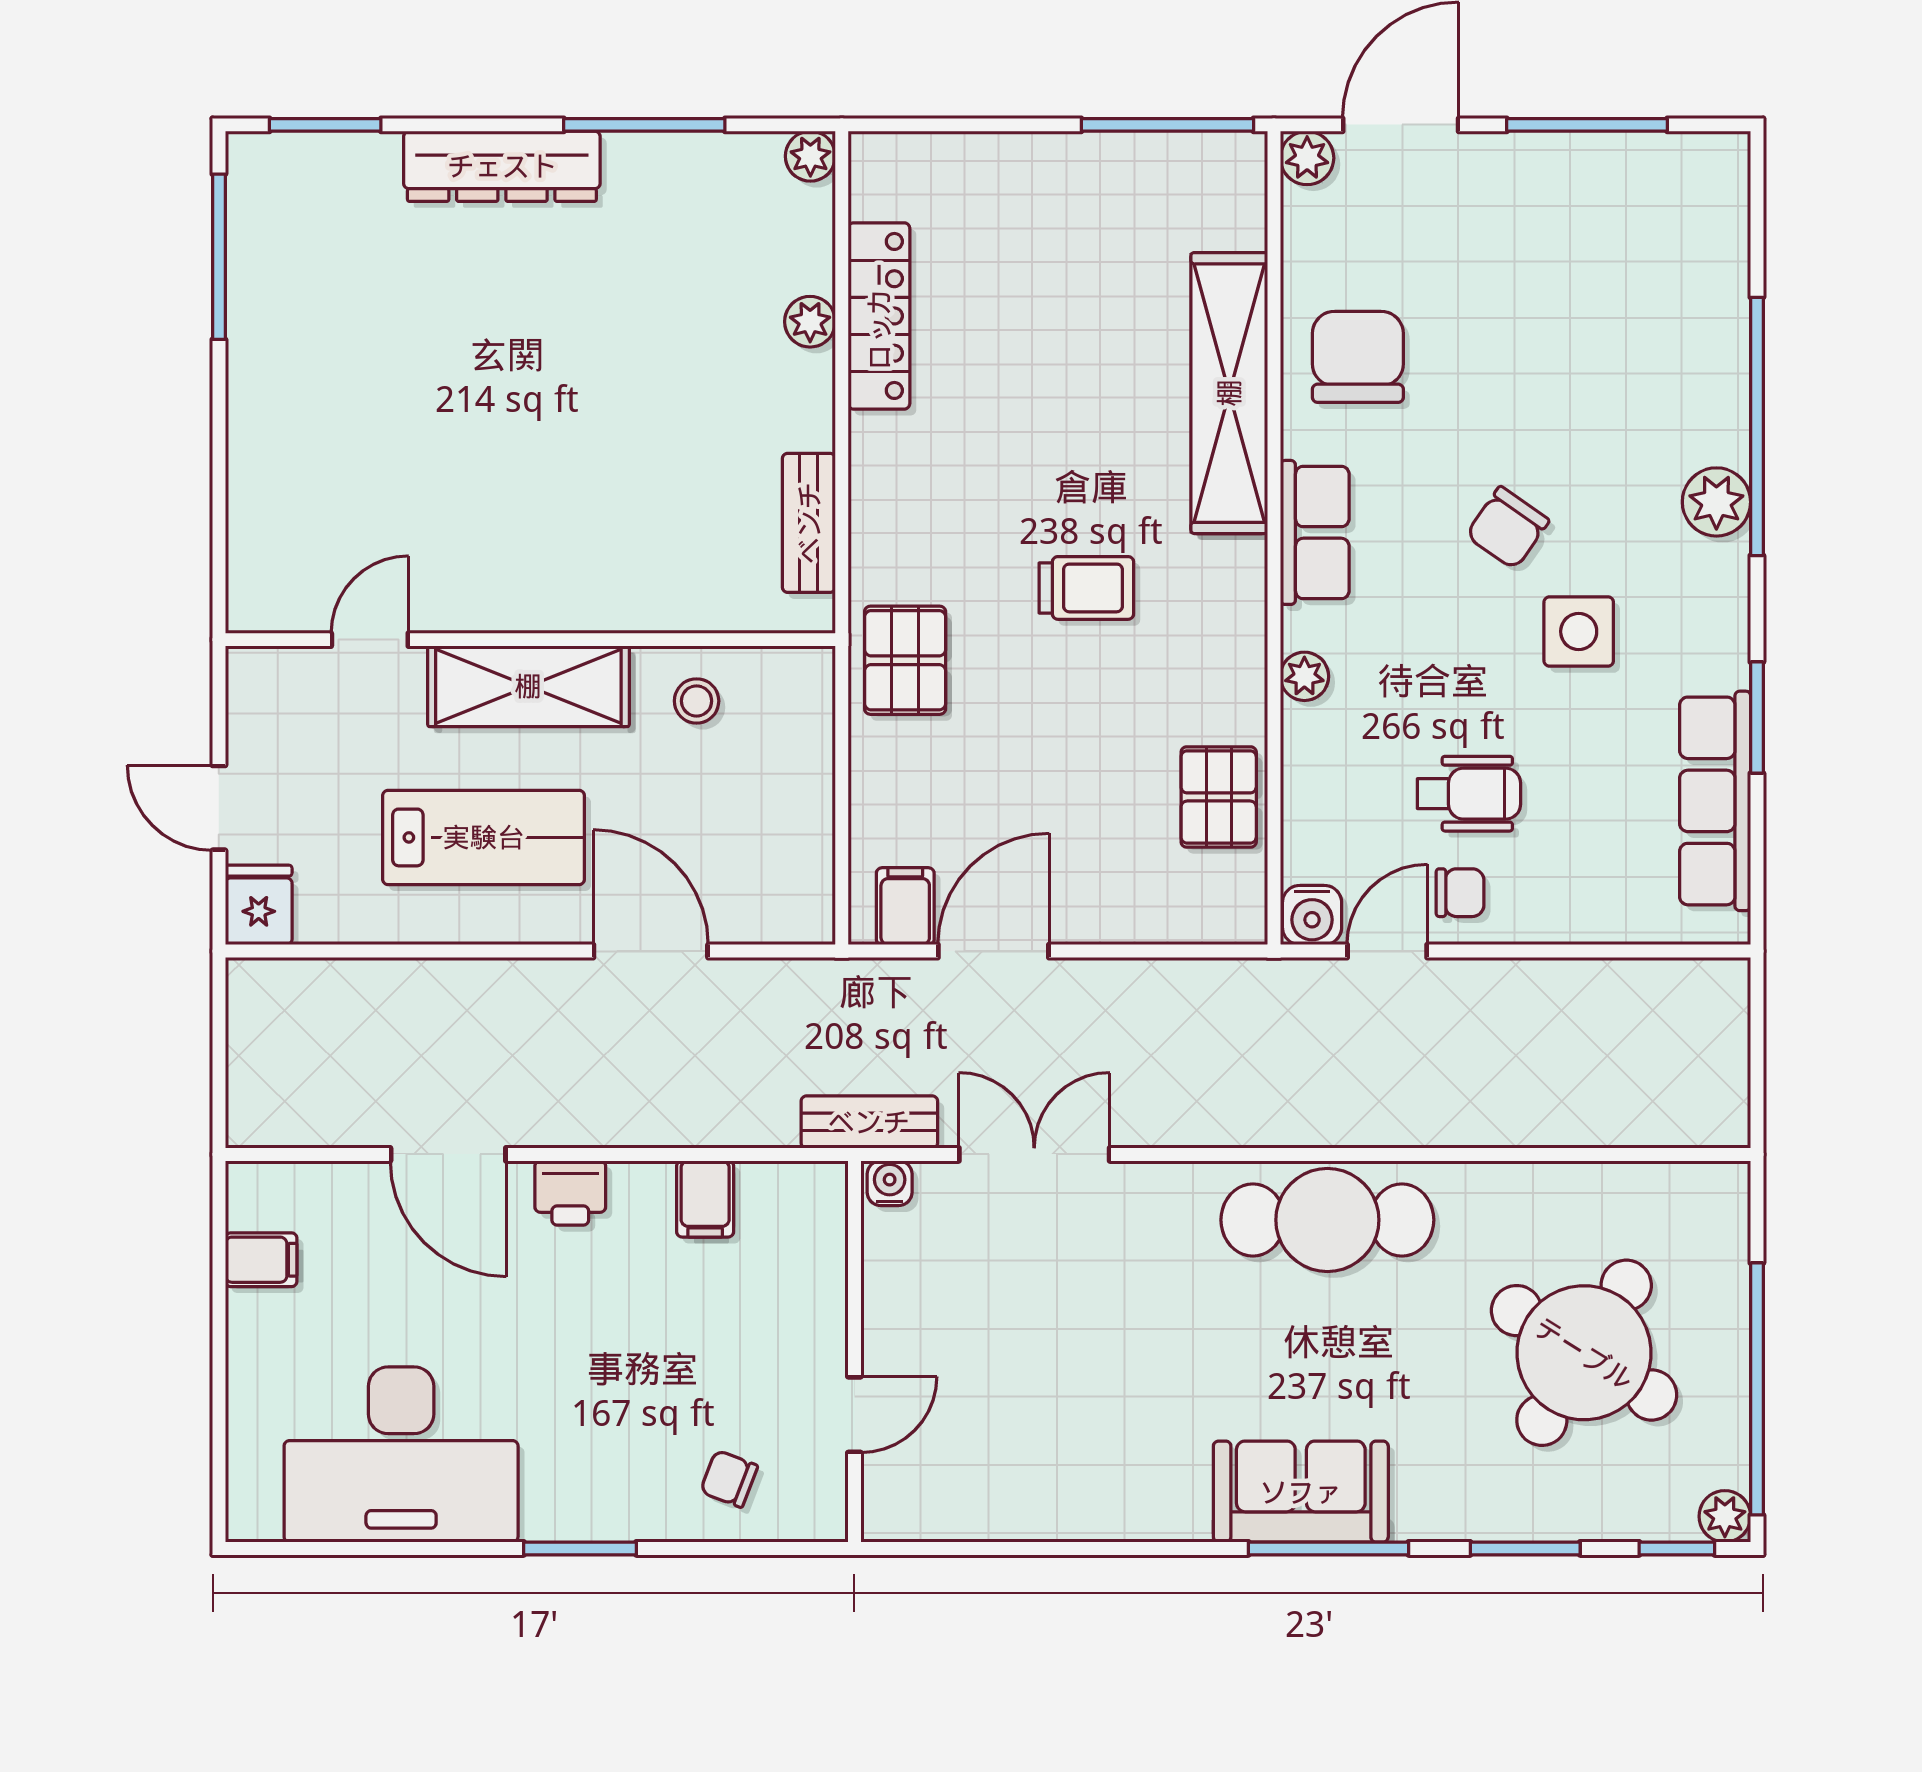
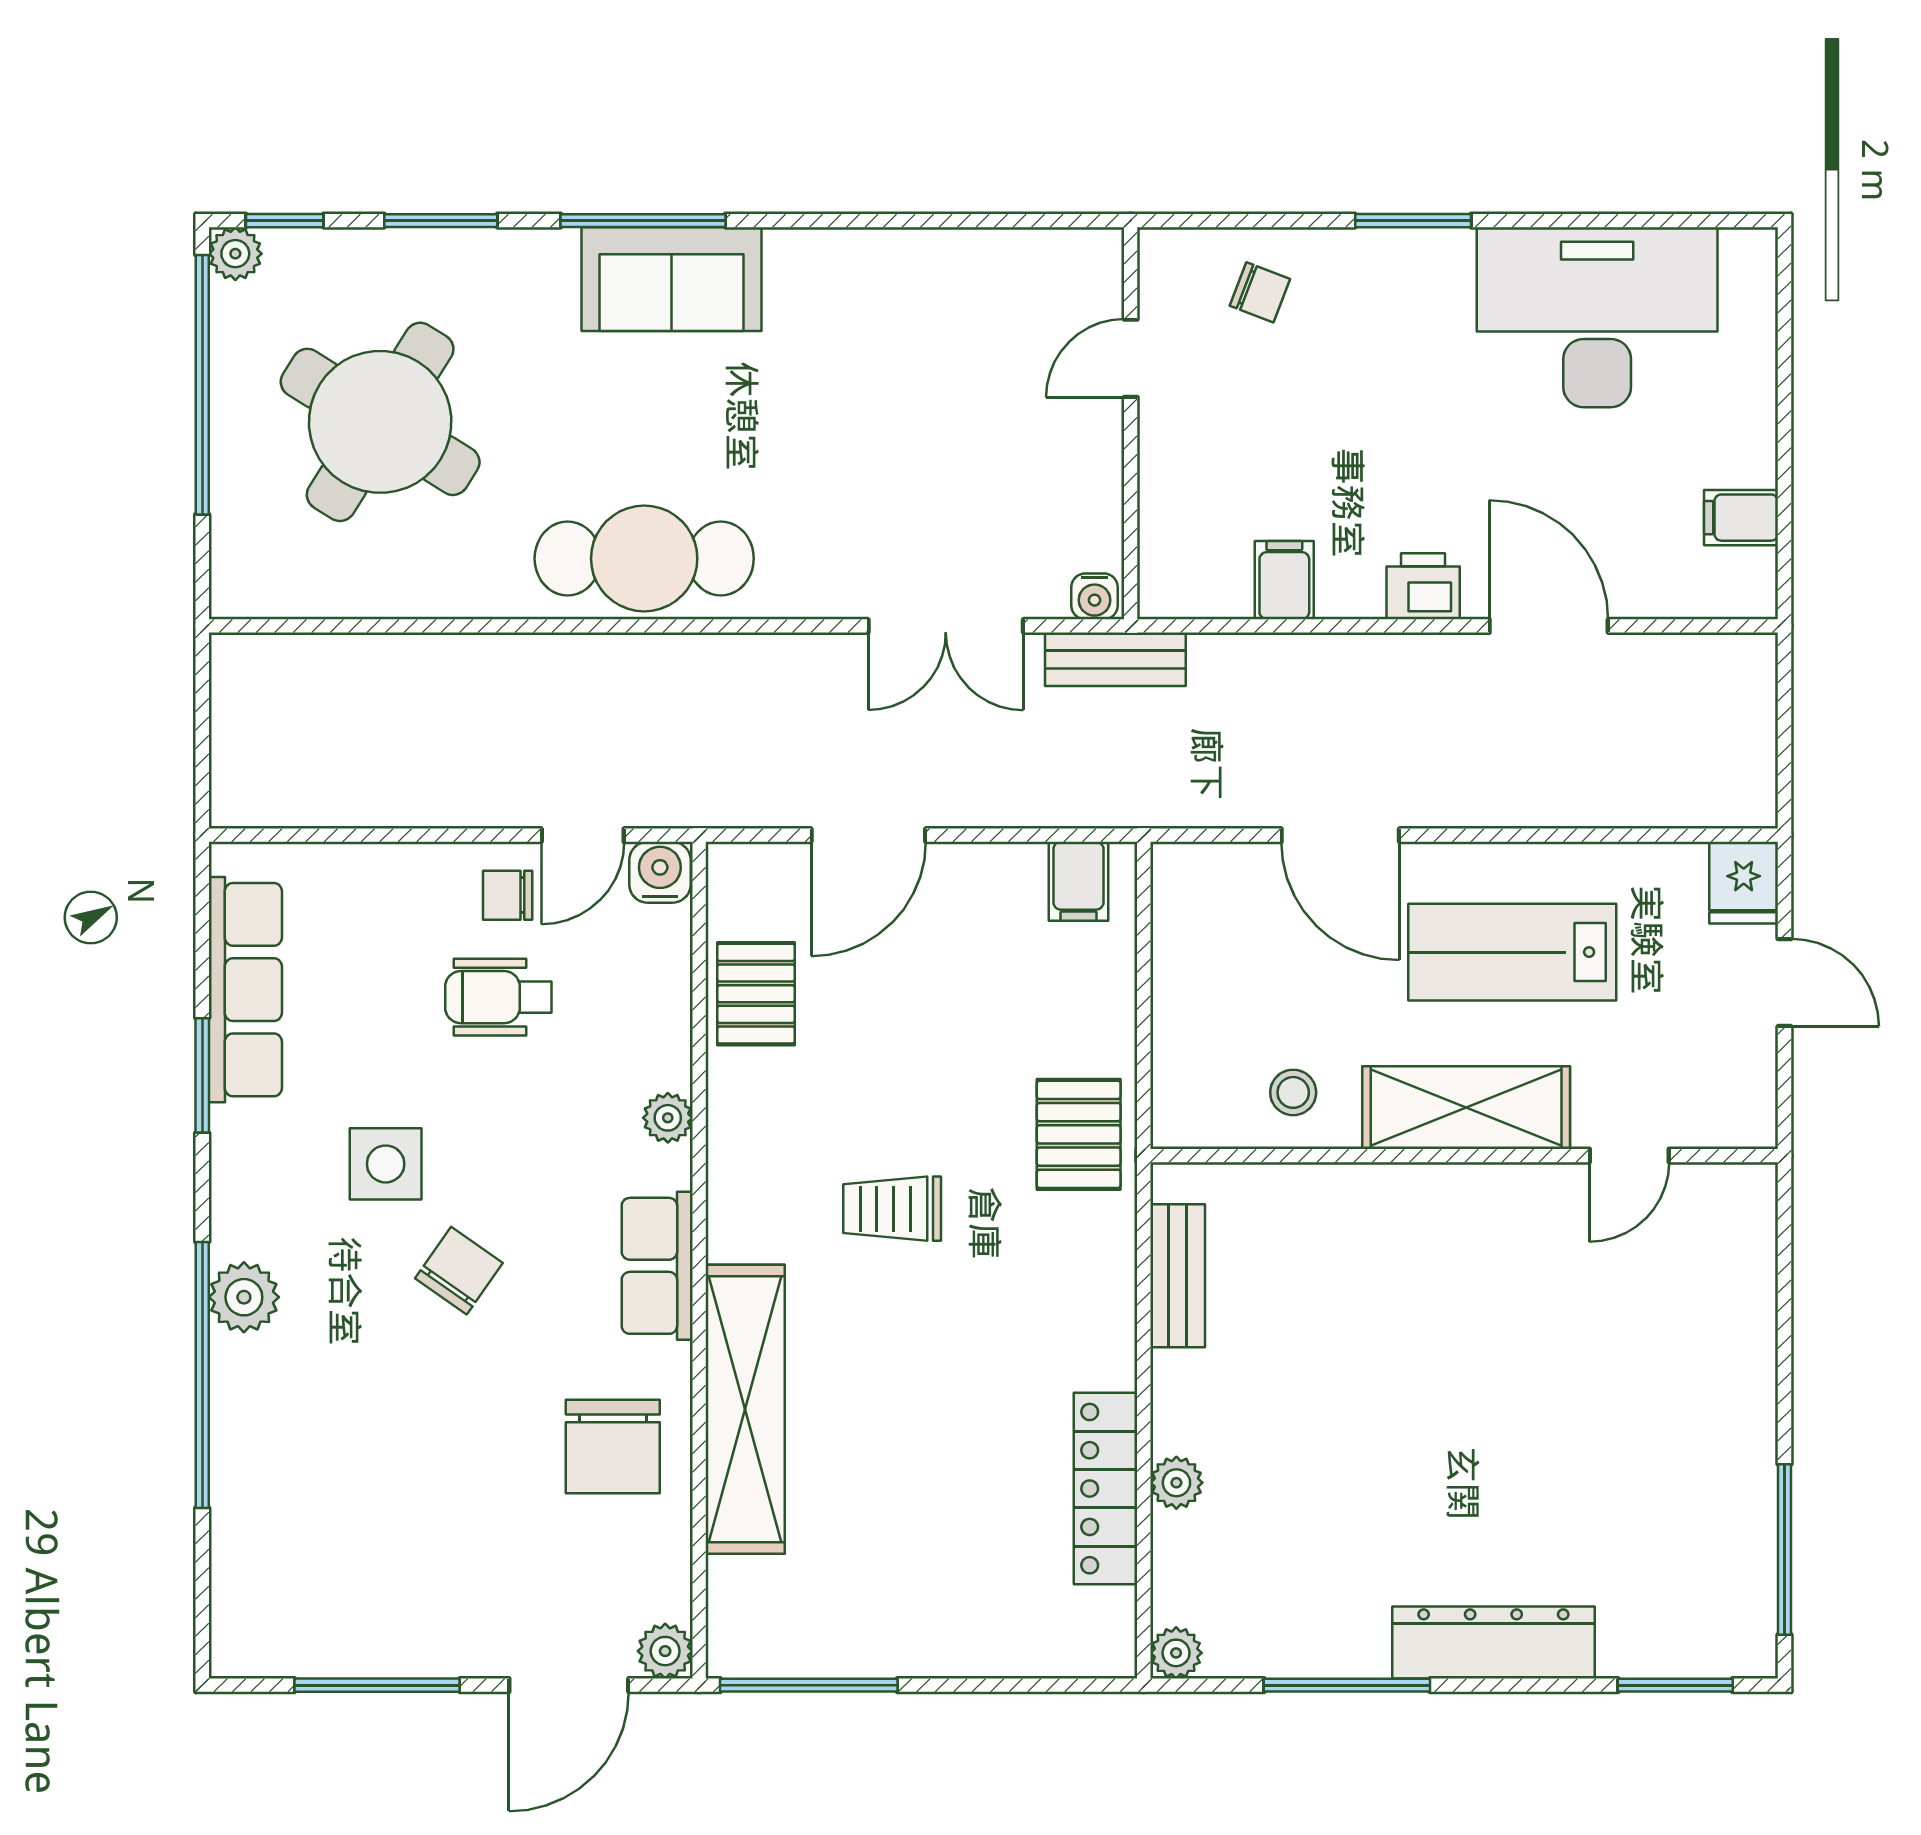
door: (993, 951) -> (868, 835), moved

